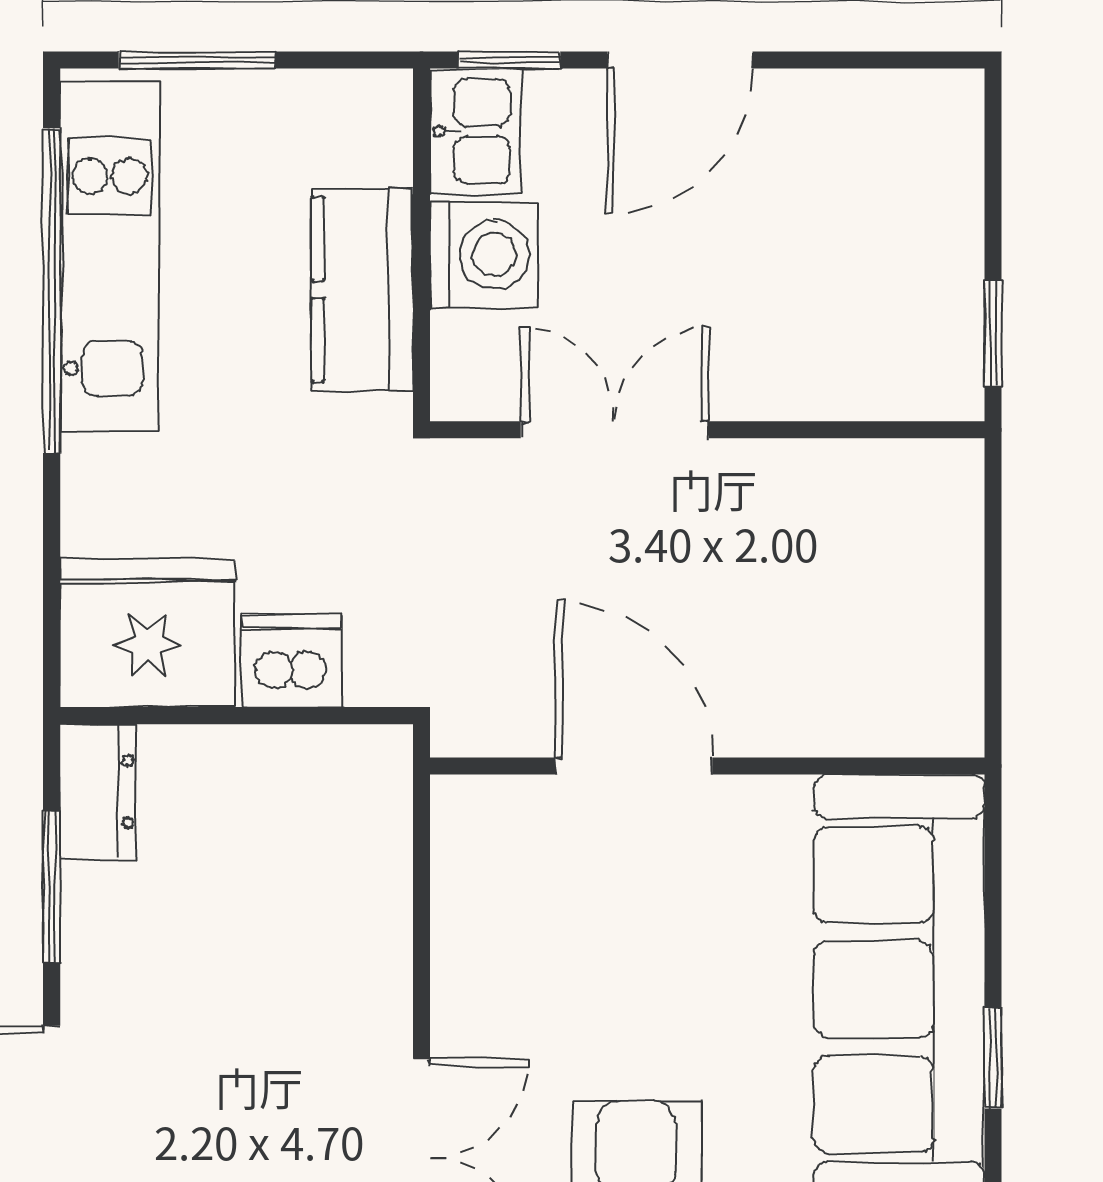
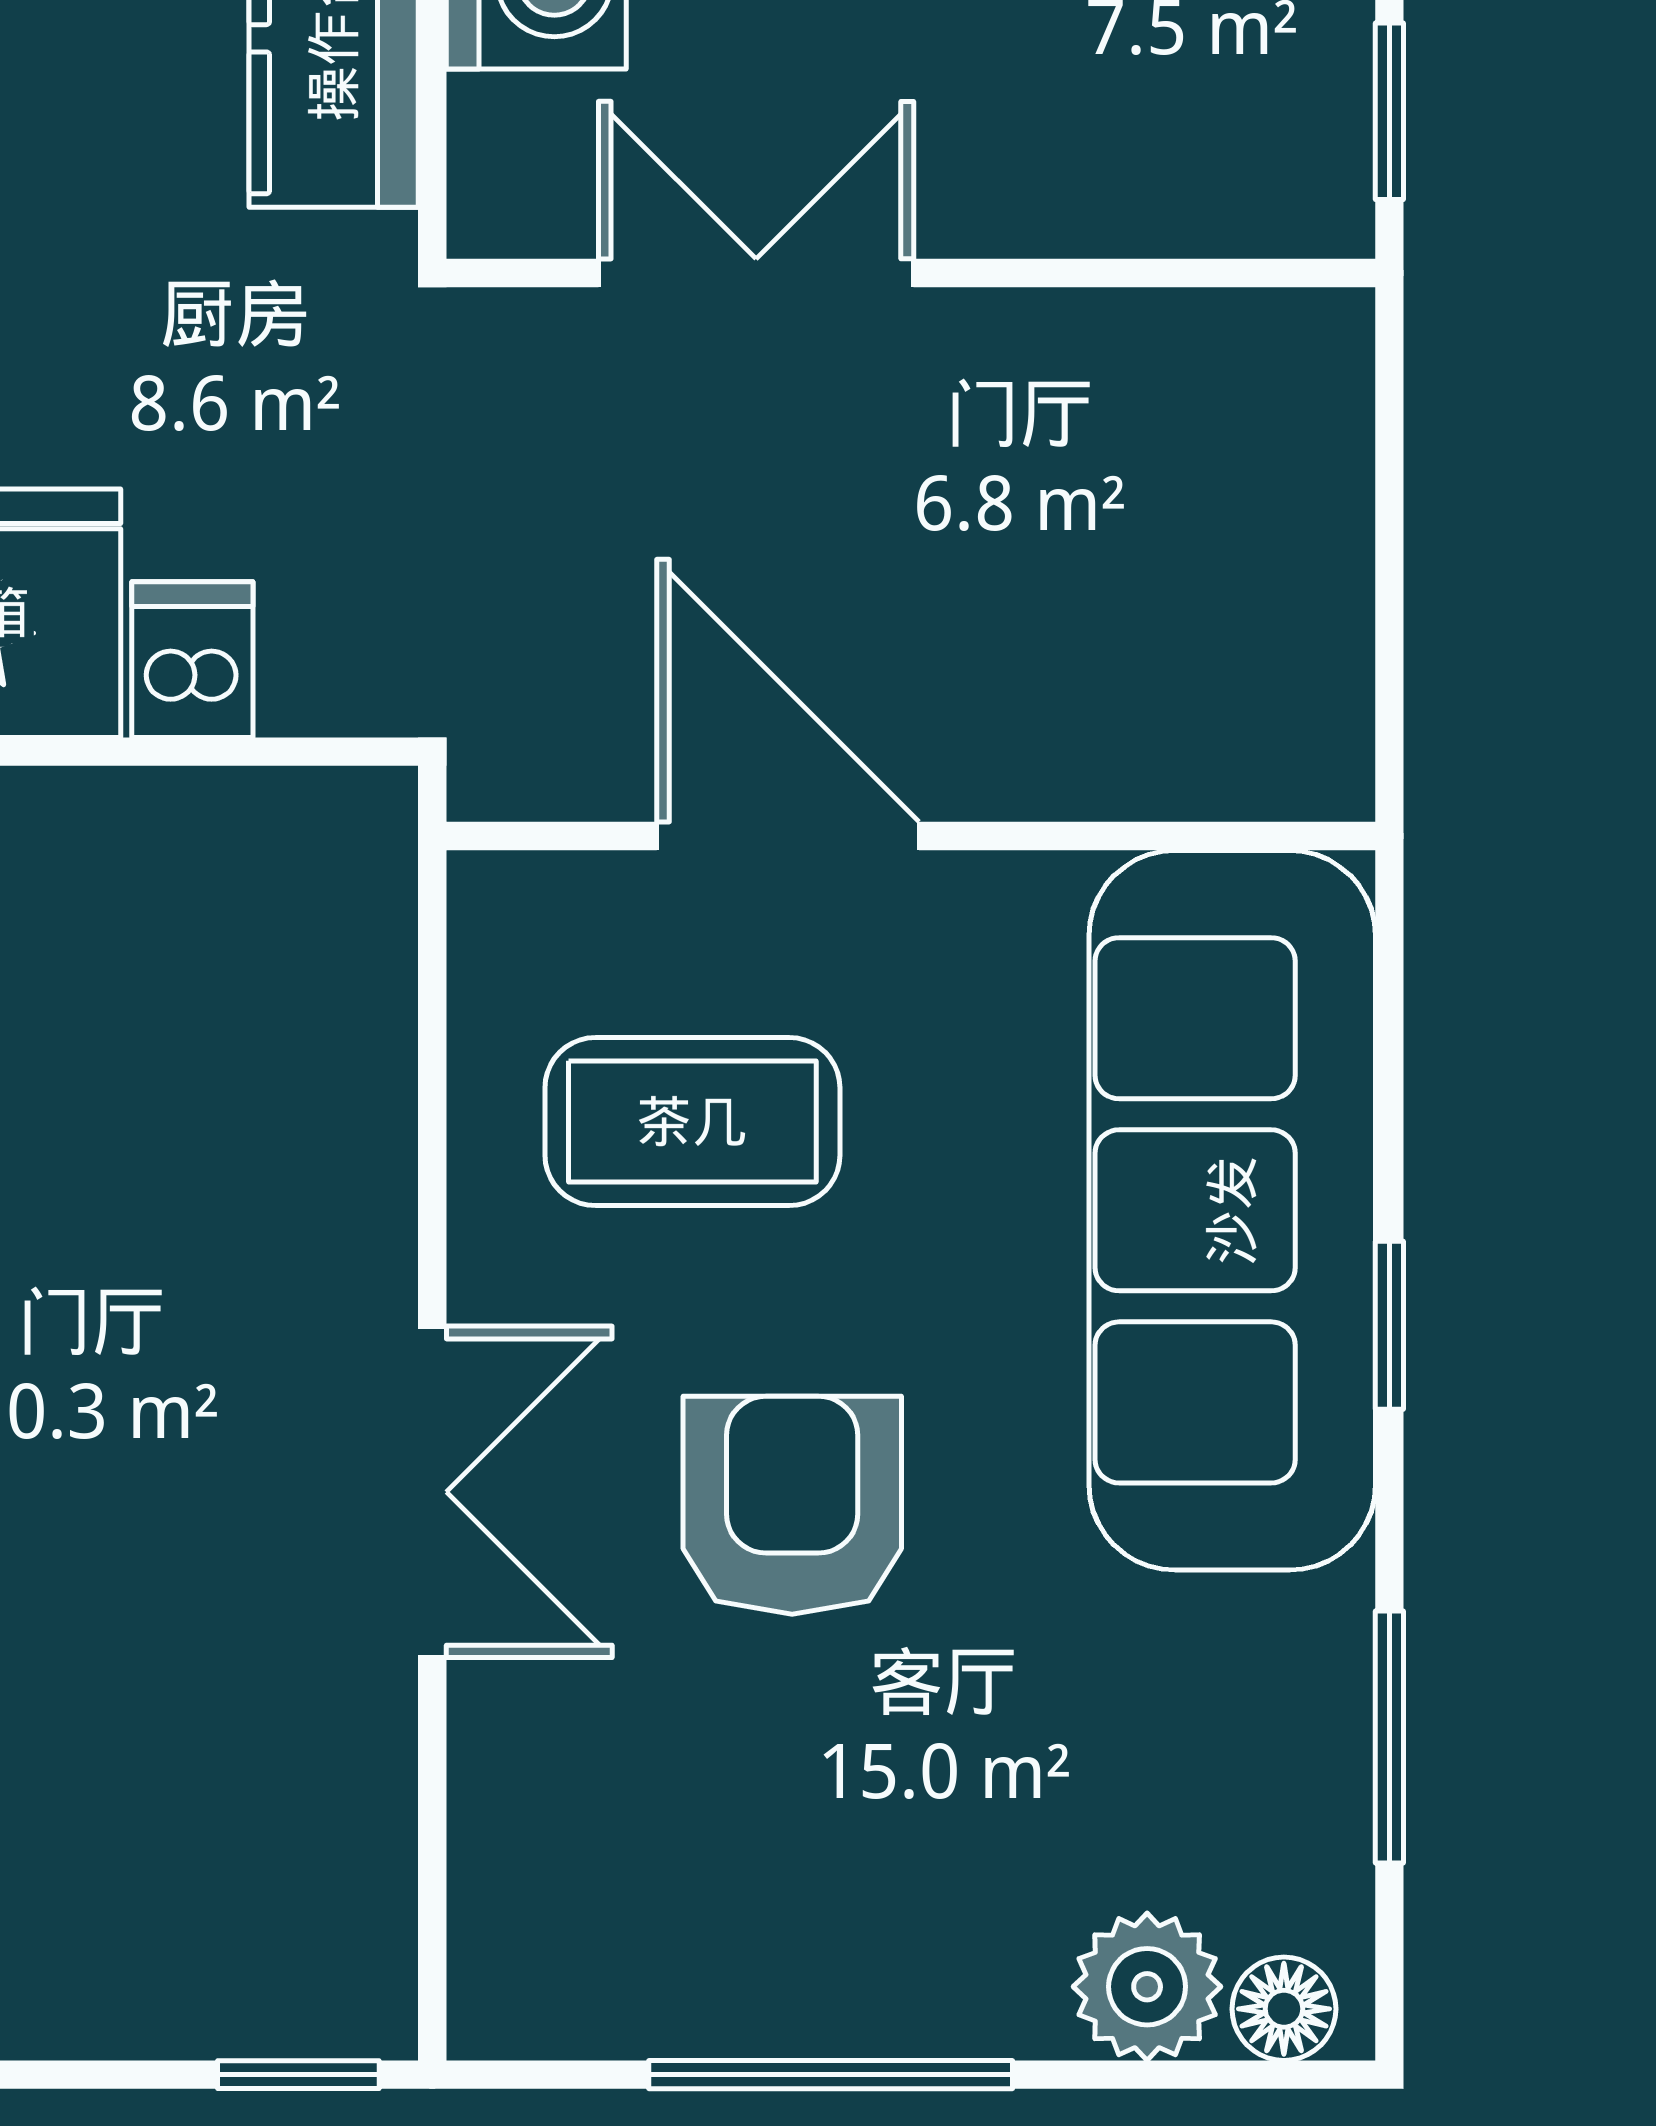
dishwasher: (292, 661) -> (192, 660), width x0.73
coffee table: (577, 937) -> (692, 1122), added

